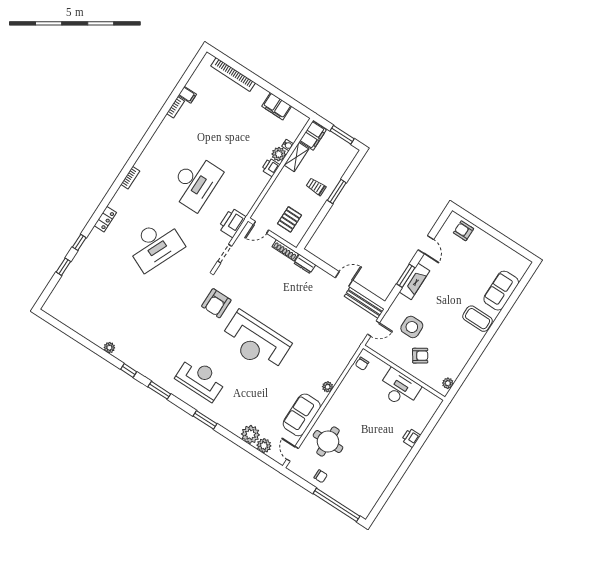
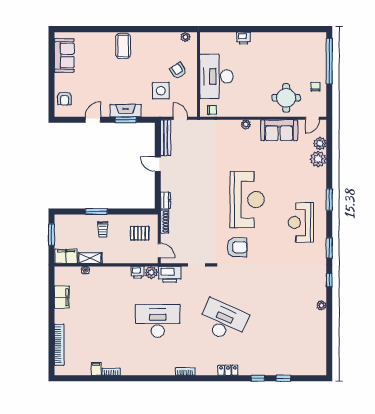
plant: (279, 154) -> (151, 273), moved
printer: (271, 167) -> (138, 272), moved
sofa: (501, 291) -> (64, 55), moved, turned -90
desk: (399, 389) -> (216, 76), width x1.36, depth x1.30

